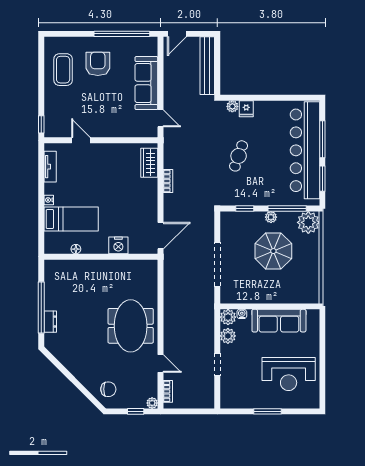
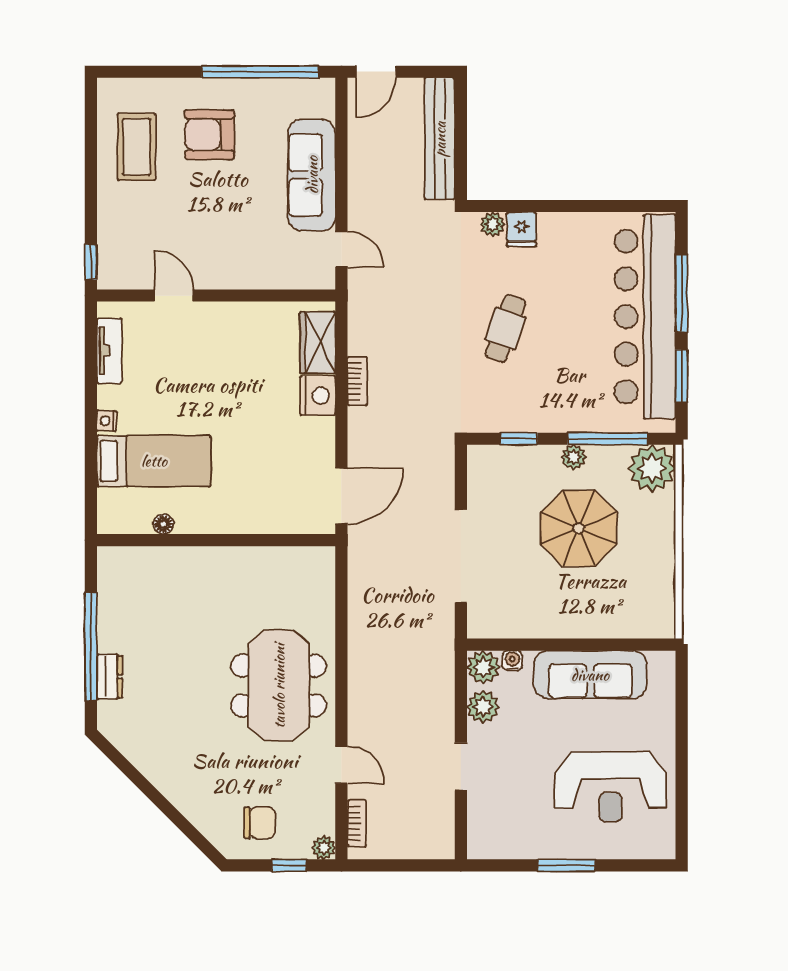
armchair: (98, 64) -> (209, 135), turned -90
nightstand: (118, 245) -> (318, 396), moved, turned -90
chair: (108, 389) -> (260, 823), moved

